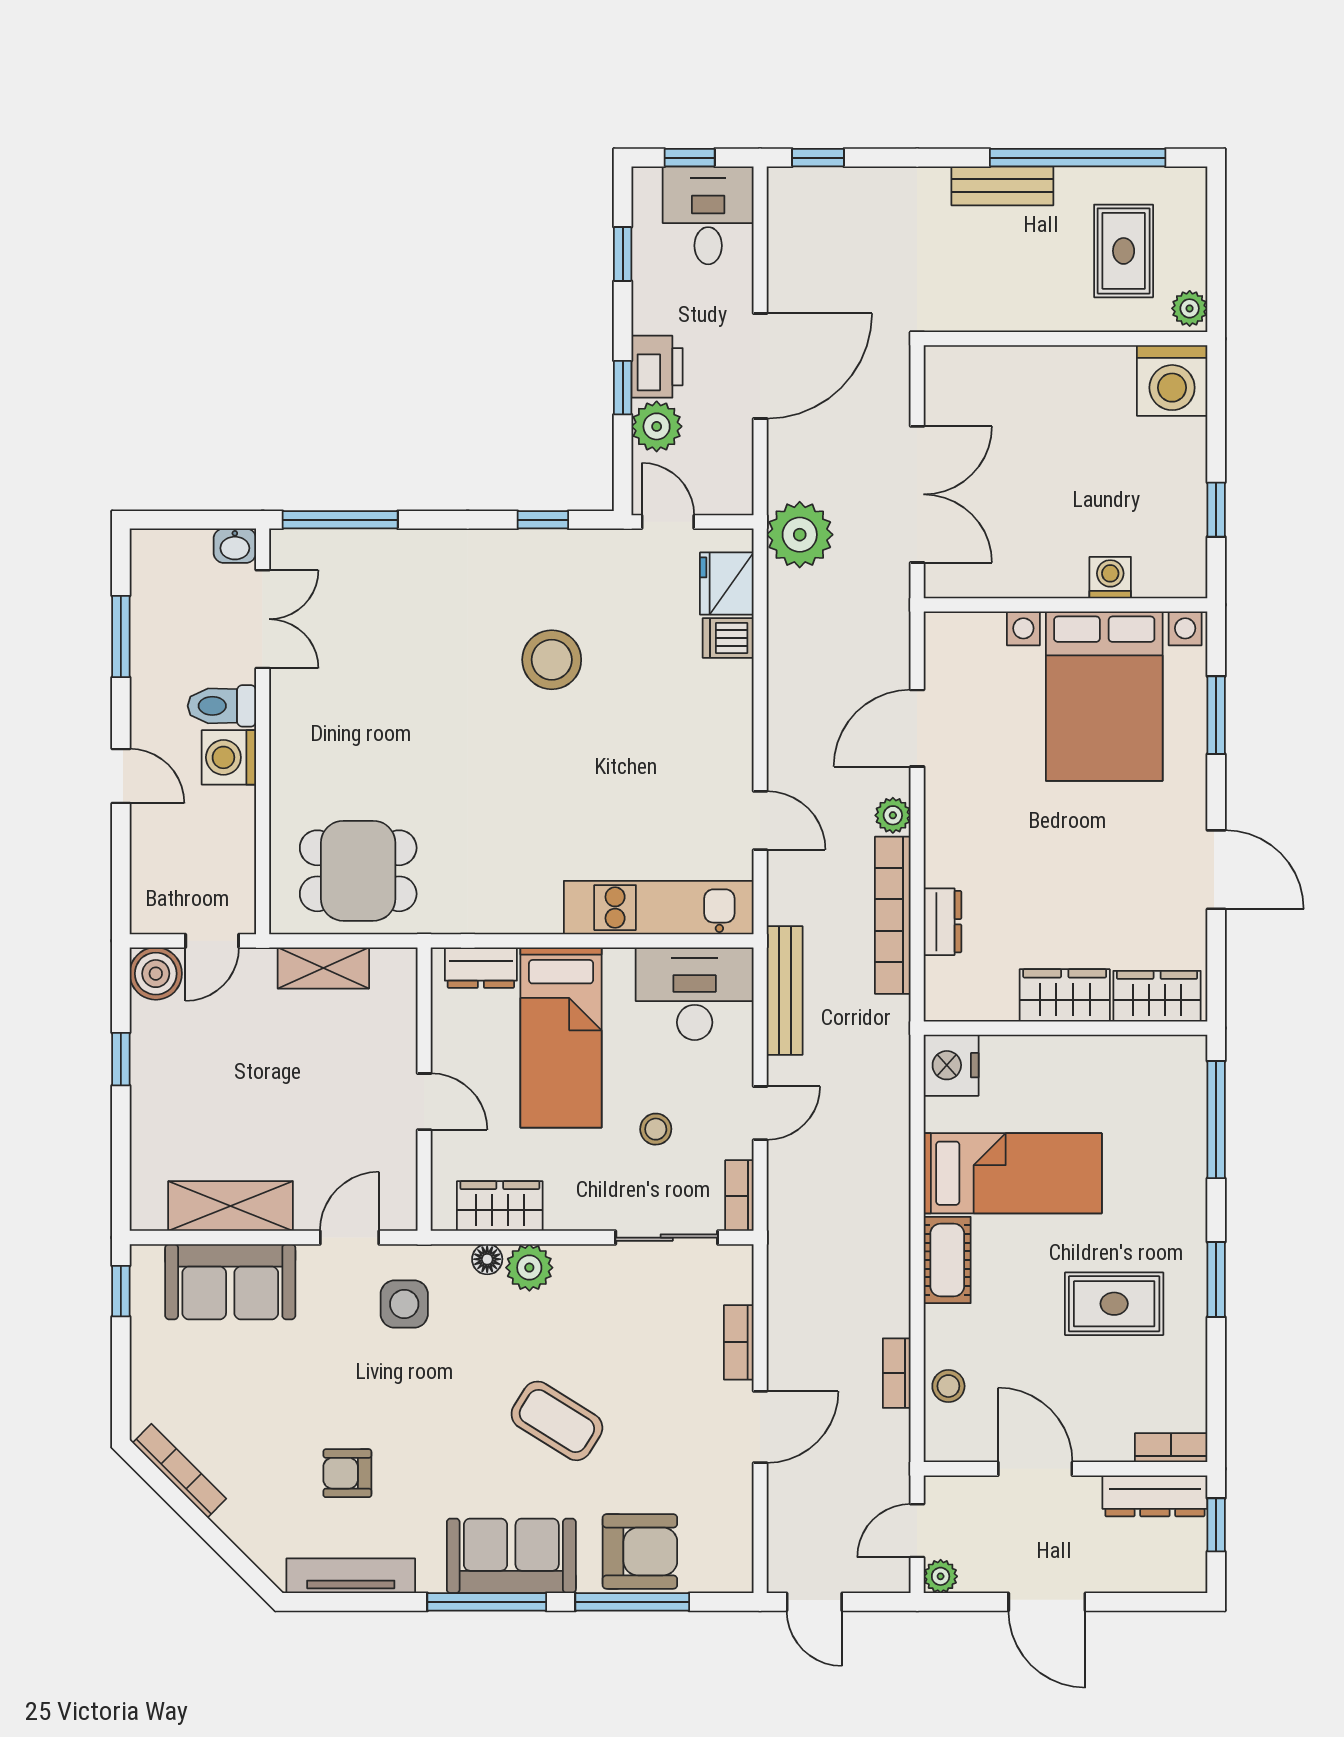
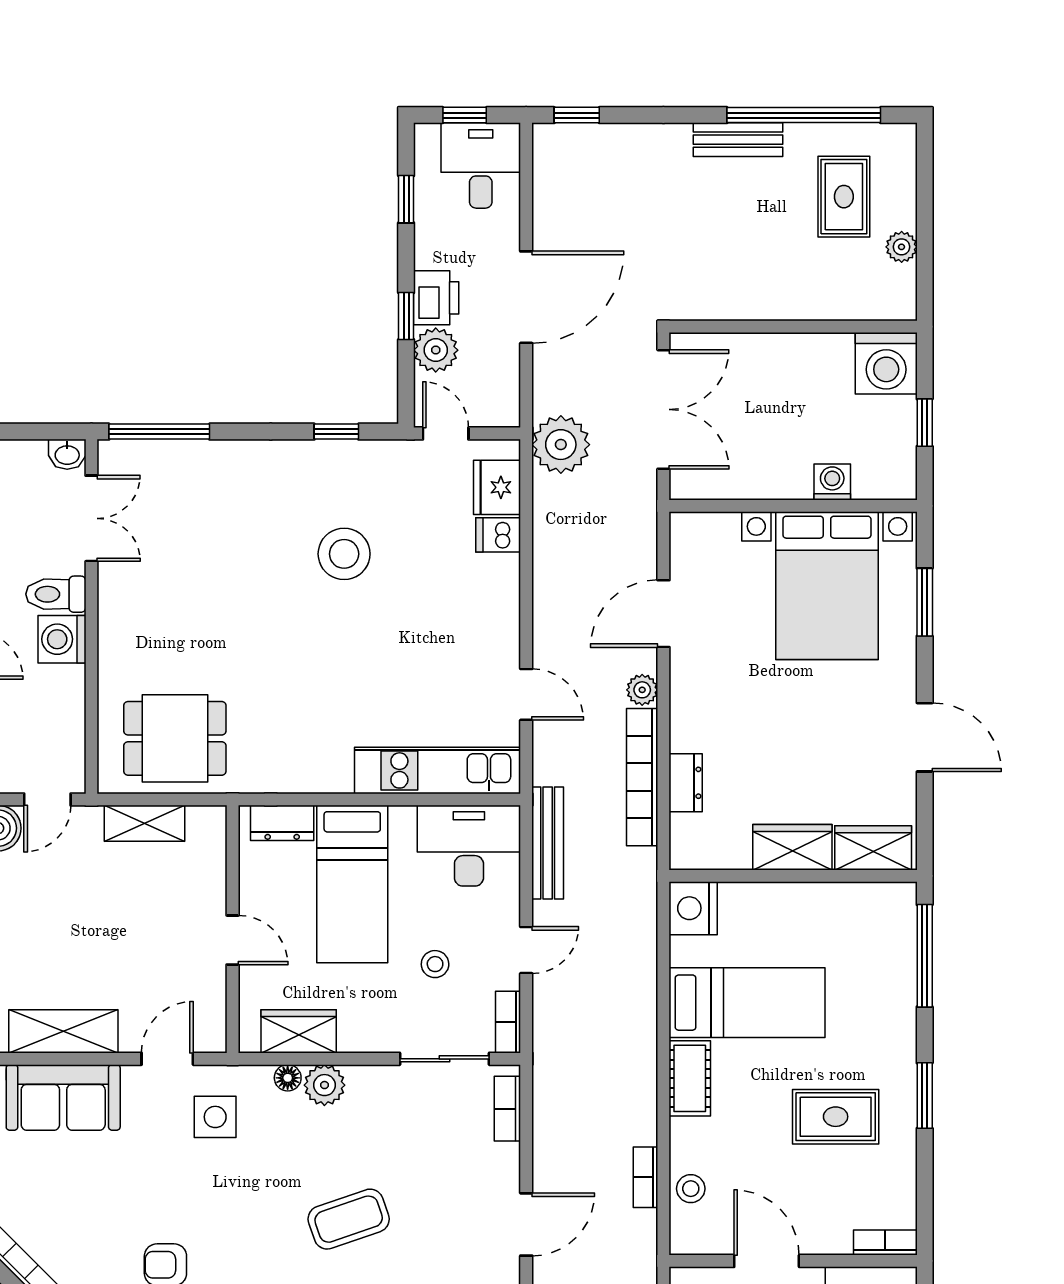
wall: (1066, 339) -> (793, 327), moved
washing machine: (1172, 381) -> (886, 363), moved
bookcase: (739, 1342) -> (507, 1109), moved
coffee table: (557, 1421) -> (349, 1219), turned -51

